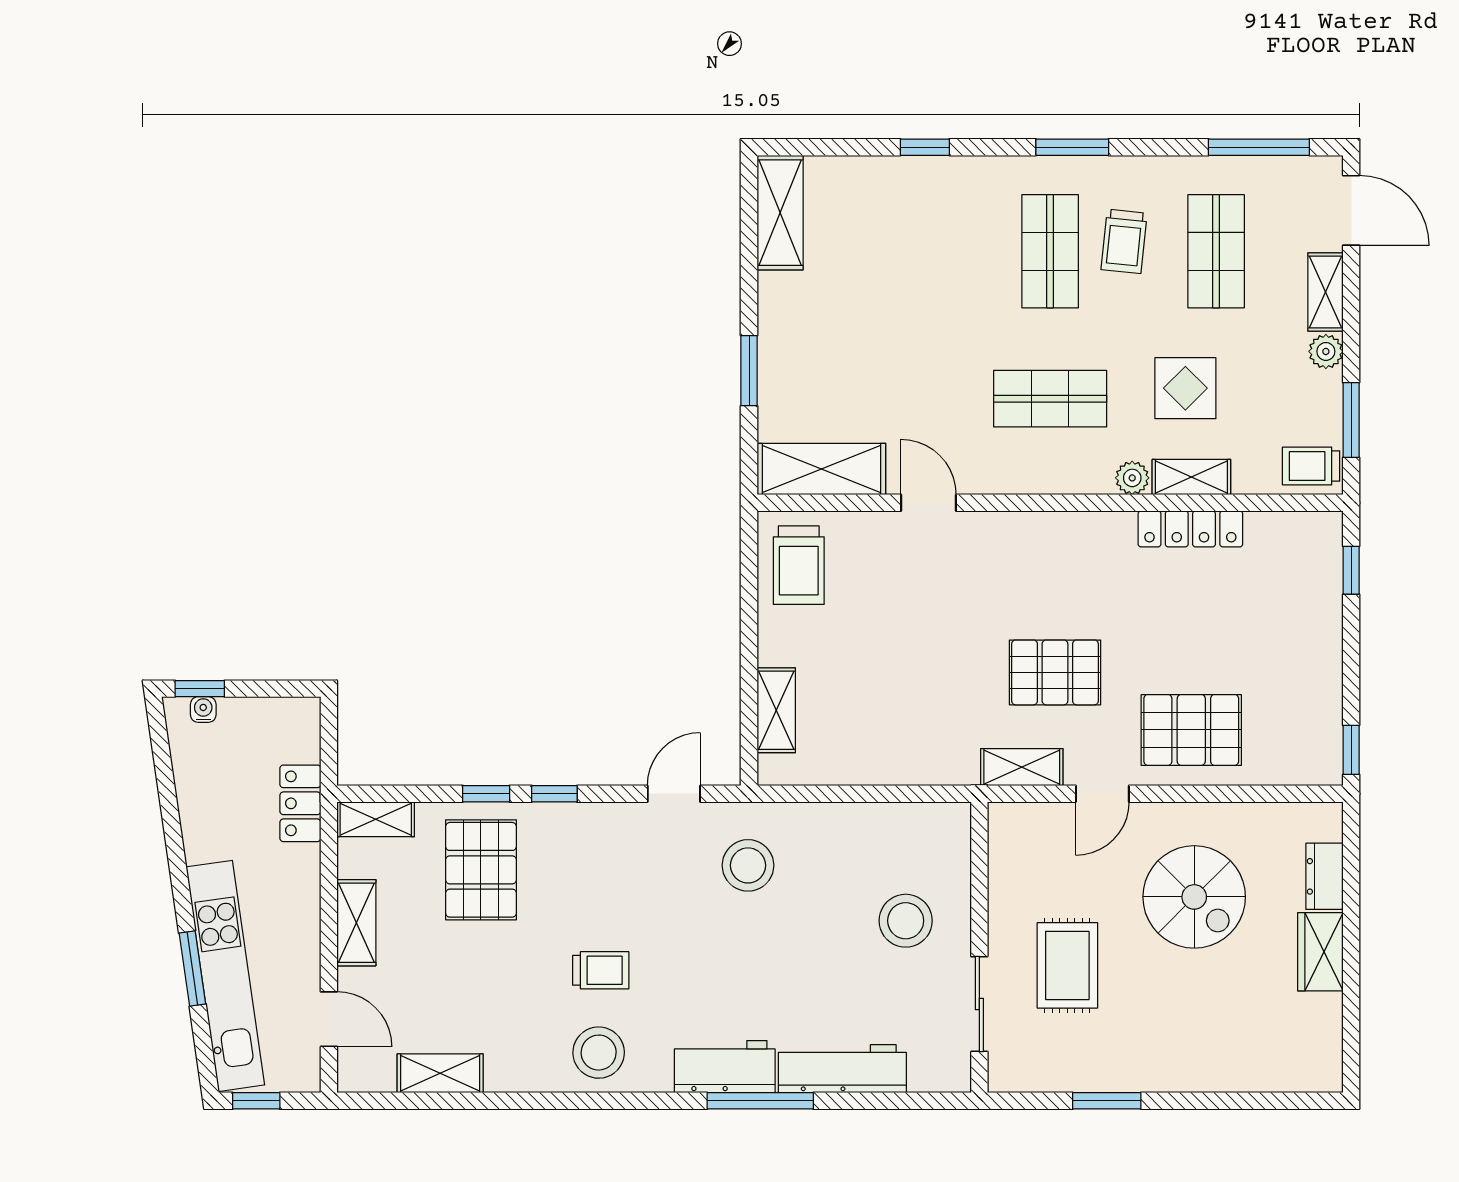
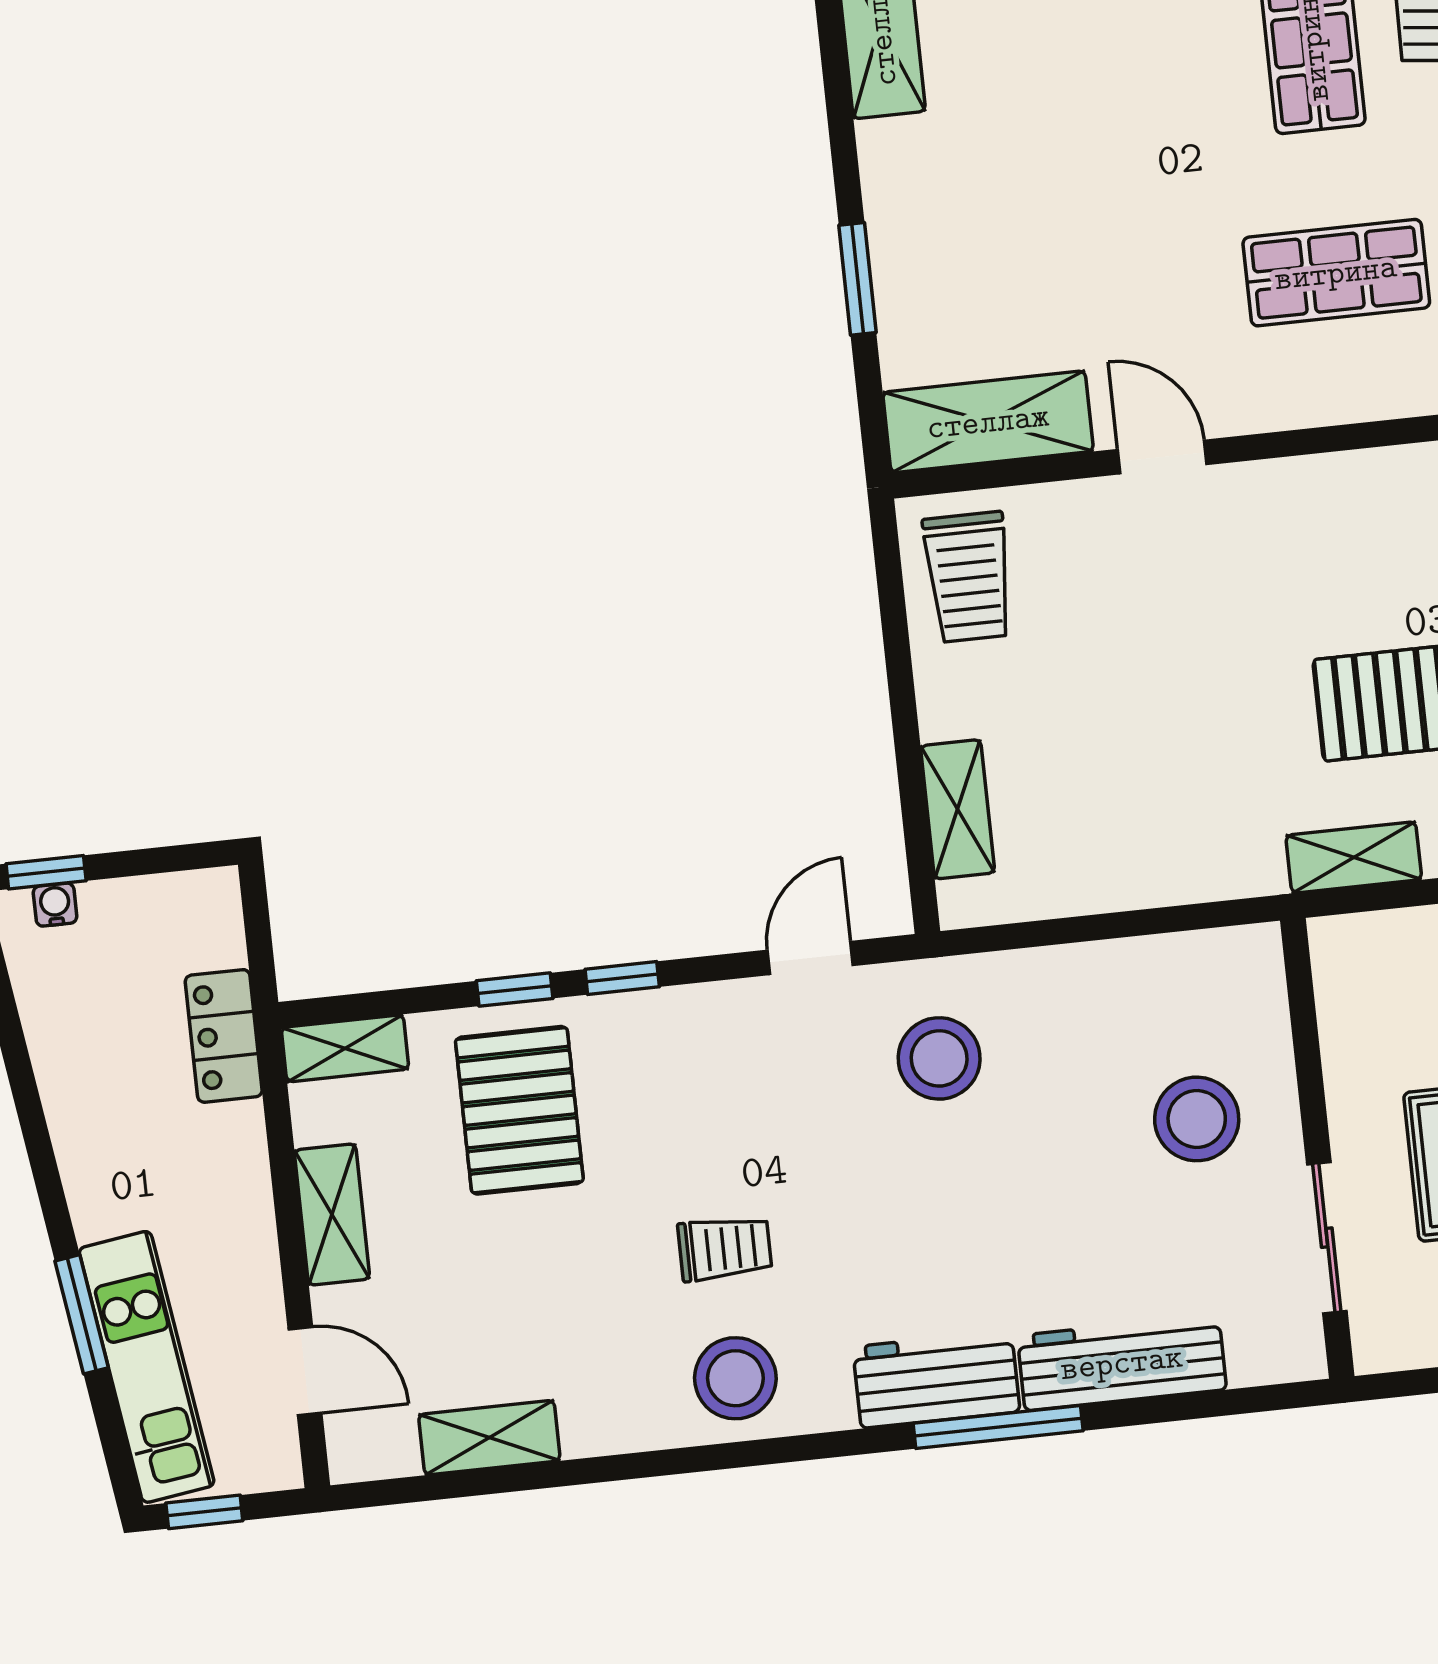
kitchen unit: (225, 976) -> (147, 1367), width x0.73

